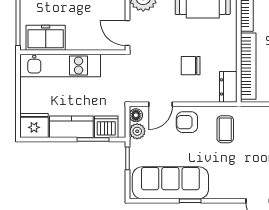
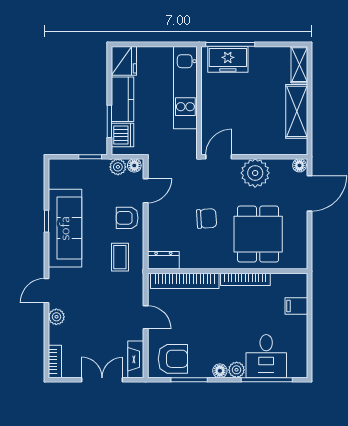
freezer: (46, 38) -> (228, 59), moved, turned 90
chair: (191, 66) -> (207, 218), moved, turned 86
door: (160, 104) -> (146, 191), swing flipped
armchair: (187, 122) -> (127, 218), turned -90
coffee table: (225, 129) -> (120, 257), turned 90
sofa: (170, 183) -> (65, 228), moved

